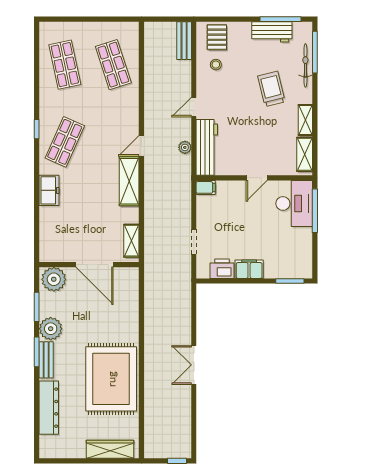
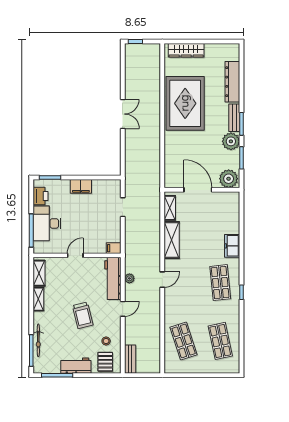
workbench: (272, 32) -> (76, 366), moved
trolley: (271, 89) -> (83, 315), moved
shop shelf: (65, 142) -> (220, 283), turned -30
shelving: (129, 181) -> (172, 240), moved
desk: (294, 204) -> (47, 223), moved
printer: (222, 269) -> (40, 196), moved, turned -90

